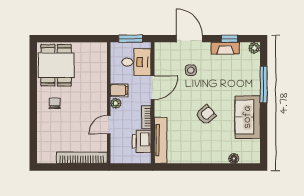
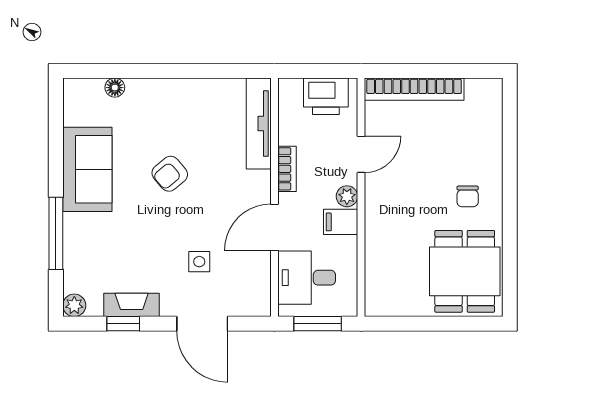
printer: (142, 141) -> (326, 96), moved, turned 90

